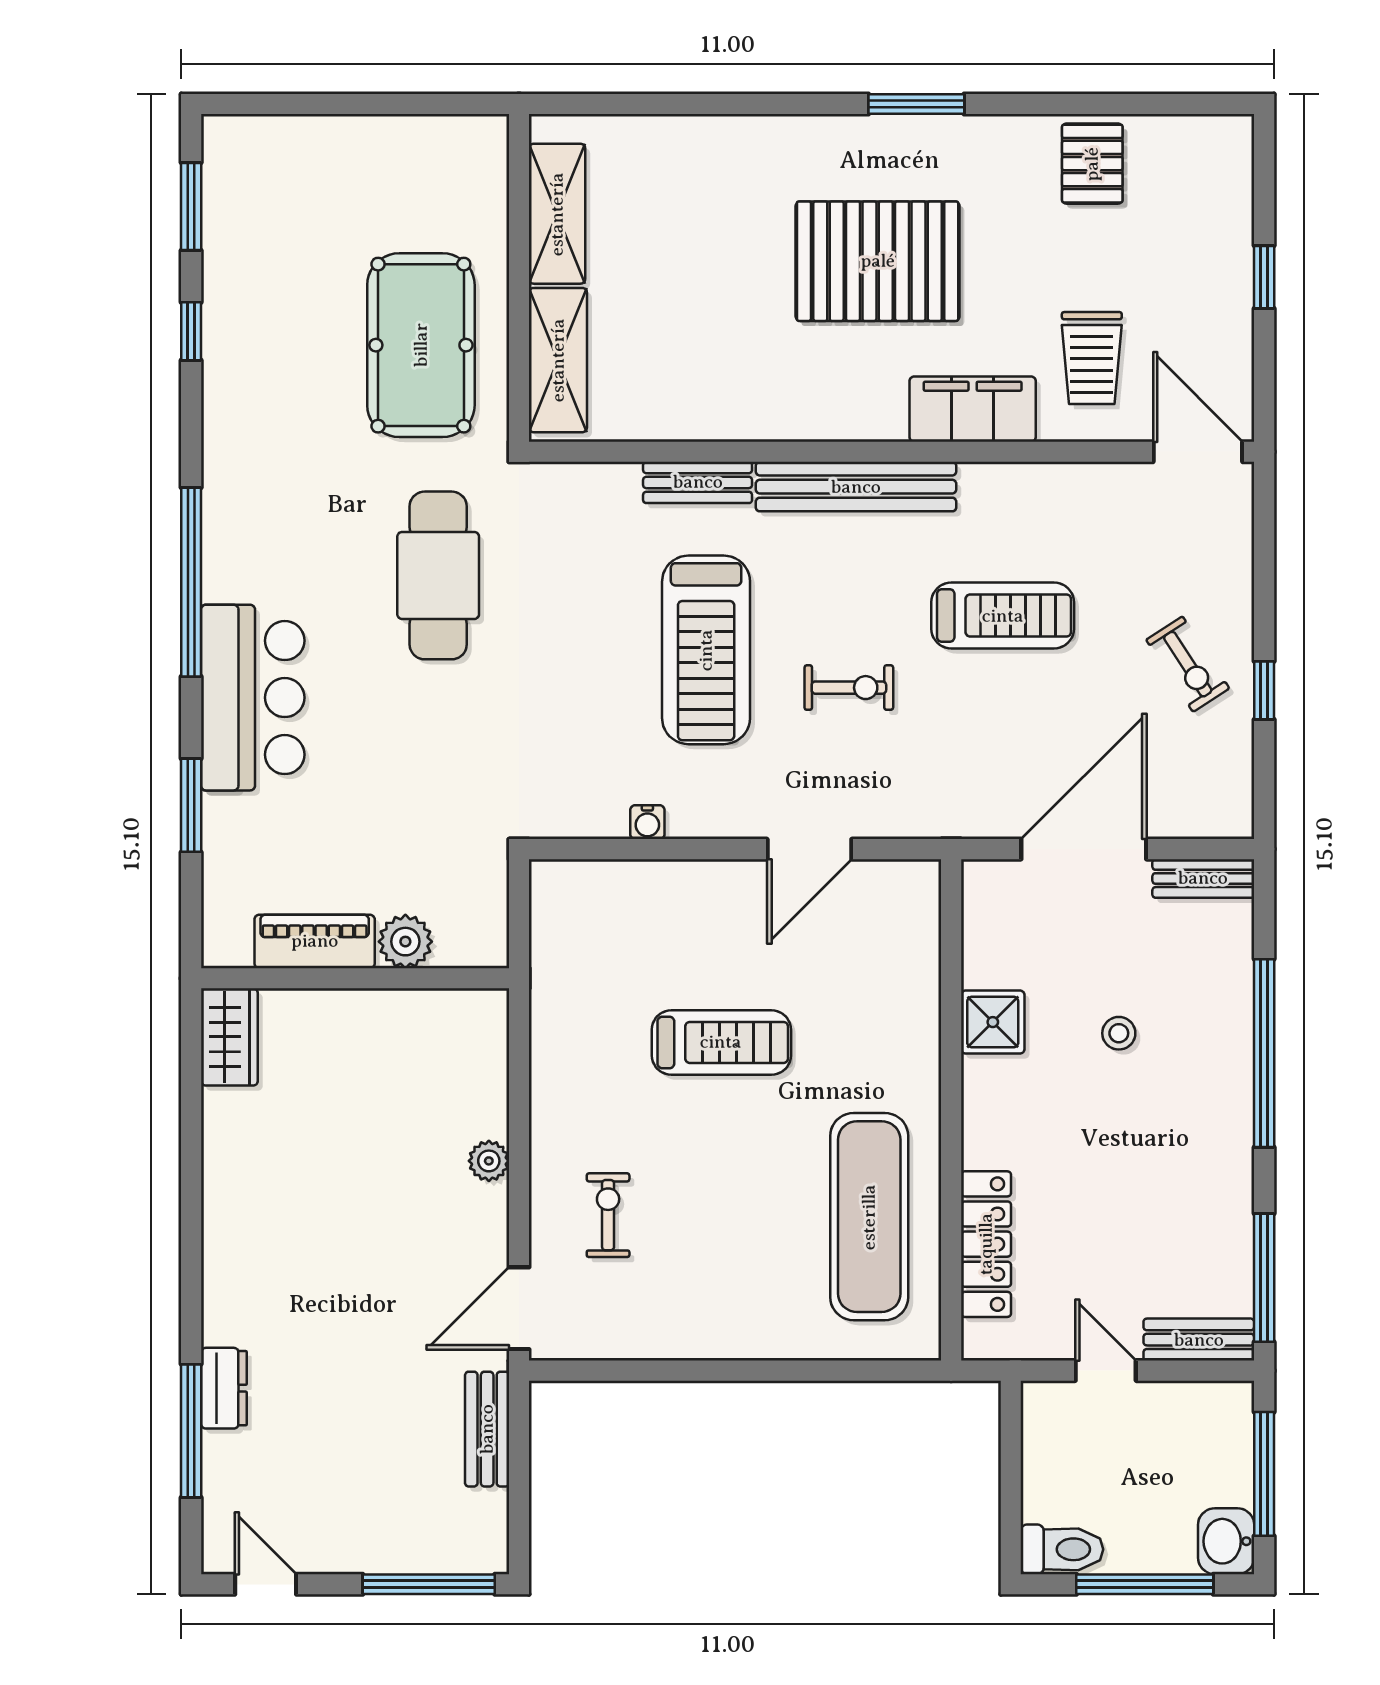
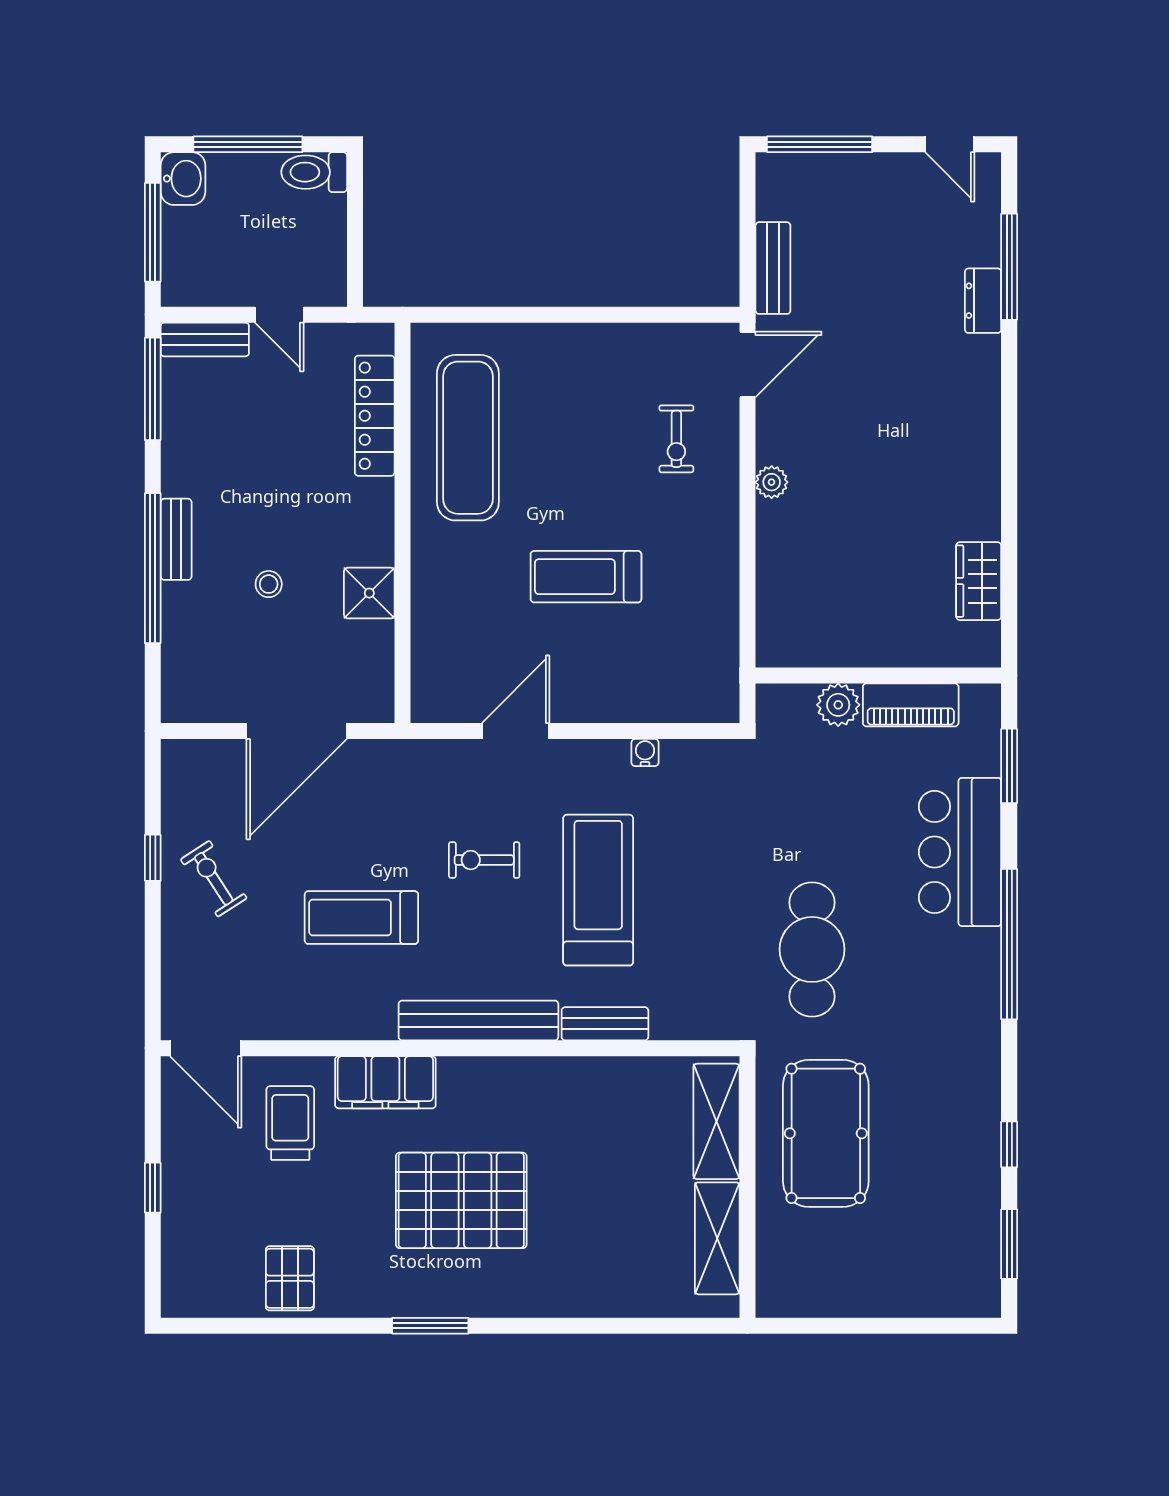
bench: (1203, 878) -> (176, 539), moved, turned 90
piano: (315, 941) -> (911, 705), moved
plant: (405, 942) -> (838, 705), moved
wall: (355, 978) -> (878, 676), moved

